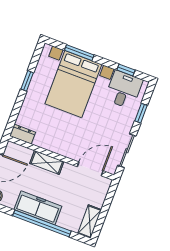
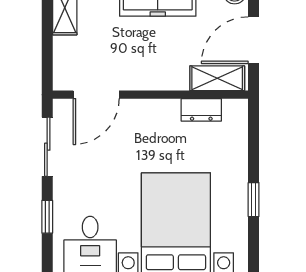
dresser: (23, 134) -> (201, 110), moved
shelving: (47, 162) -> (217, 78), moved

